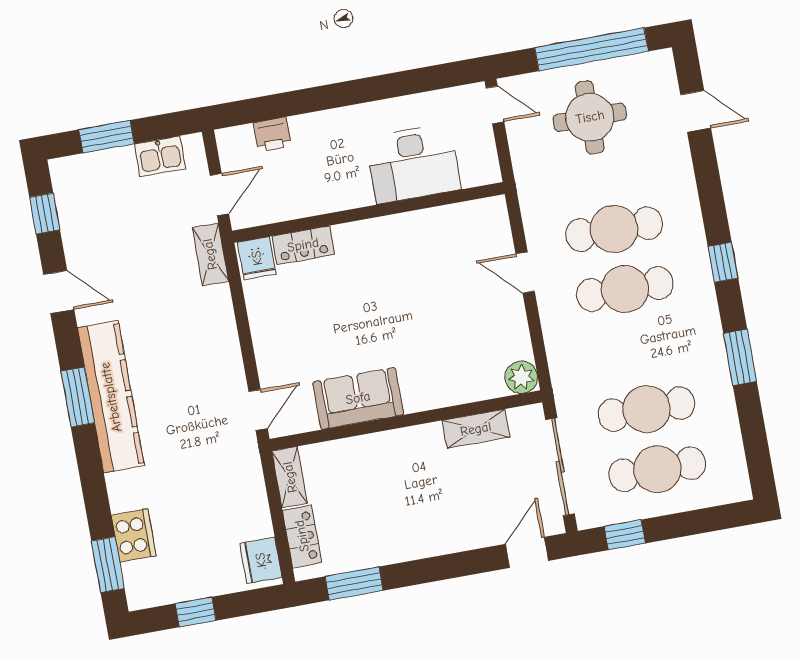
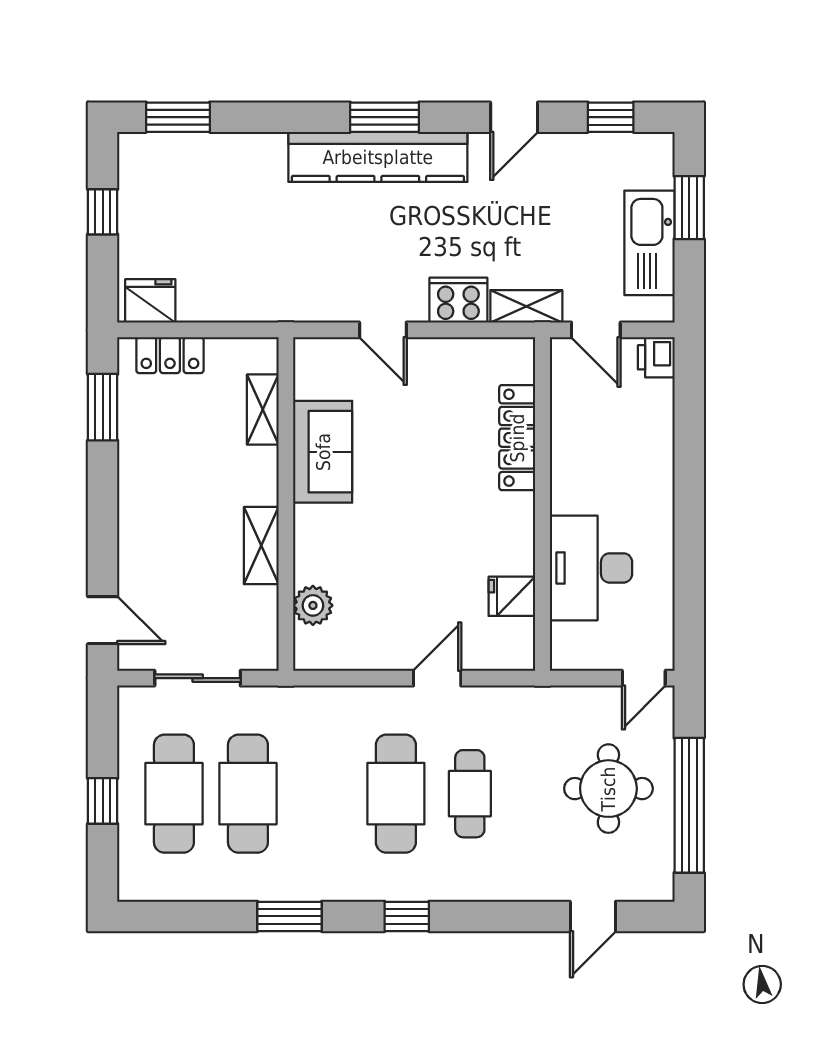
printer: (272, 134) -> (656, 357), moved
kitchen sink: (160, 156) -> (649, 243), width x1.87, depth x1.24
cafe table: (614, 229) -> (470, 794), width x0.73, depth x0.74
locker: (303, 245) -> (517, 438), width x1.53
fridge: (257, 258) -> (512, 596), moved
plant: (521, 377) -> (313, 605), moved
door: (258, 410) -> (383, 330), moved
shelving: (476, 429) -> (261, 546), moved
sliding door: (560, 467) -> (198, 678), width x0.73
shelving: (290, 477) -> (263, 410), moved, turned 90
window: (625, 535) -> (103, 801), moved
cooker: (134, 536) -> (458, 300), moved, turned 180

